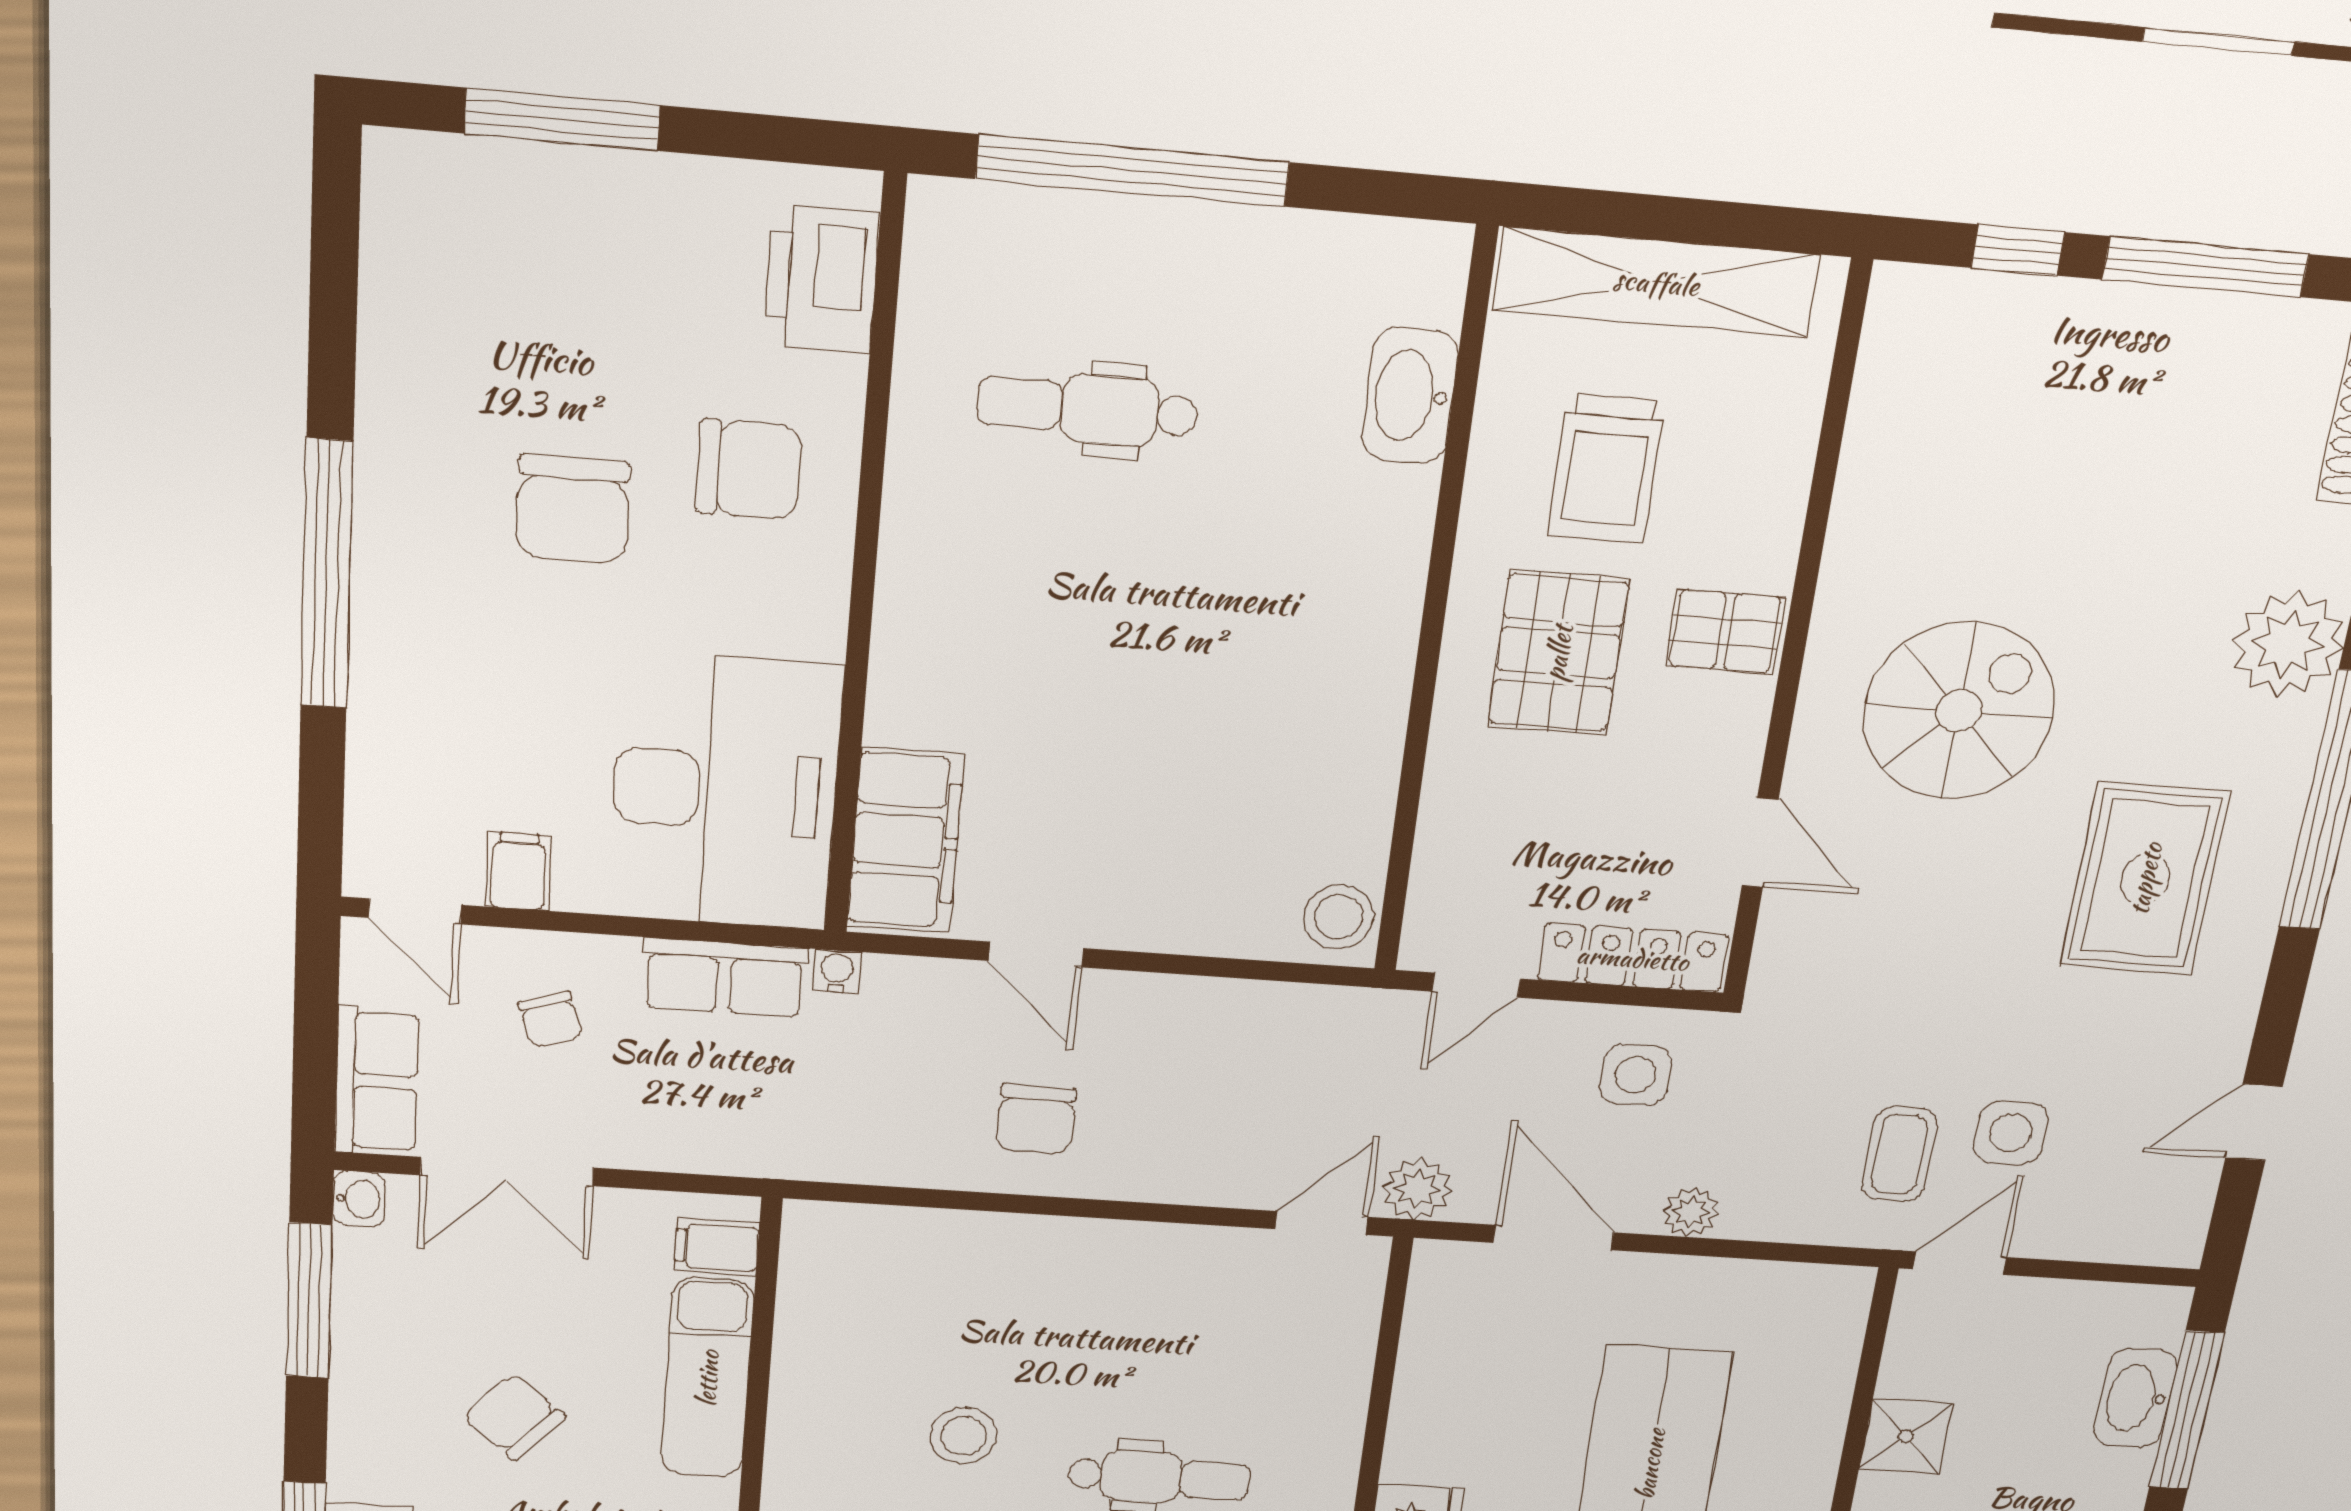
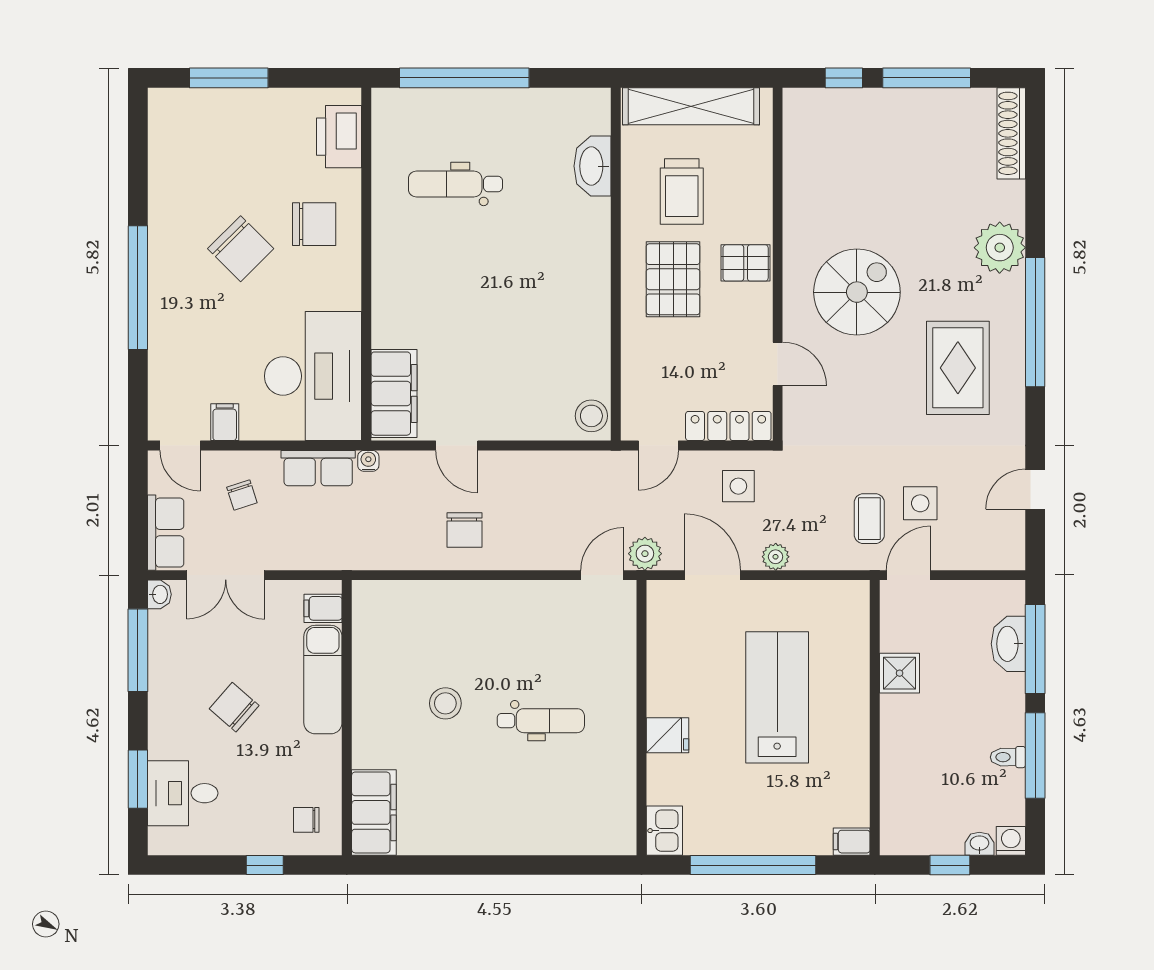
chair: (573, 509) -> (241, 249), turned -45

